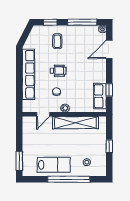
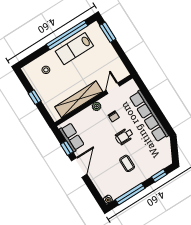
coffee table: (57, 41) -> (127, 163), moved
door: (109, 49) -> (79, 167), moved
window: (69, 179) -> (67, 35), moved

